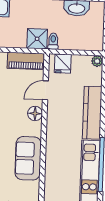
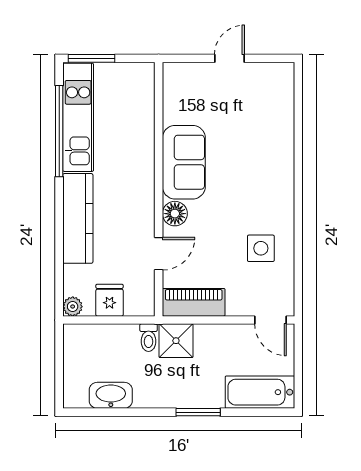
fridge: (63, 64) -> (109, 300), moved
sofa: (28, 158) -> (184, 162), moved

